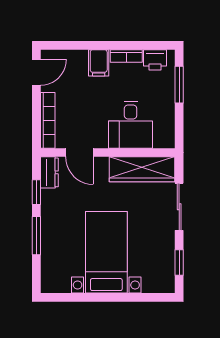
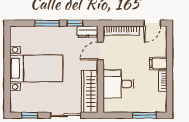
printer: (155, 60) -> (160, 100), removed
door: (36, 72) -> (152, 23), hinge flipped

